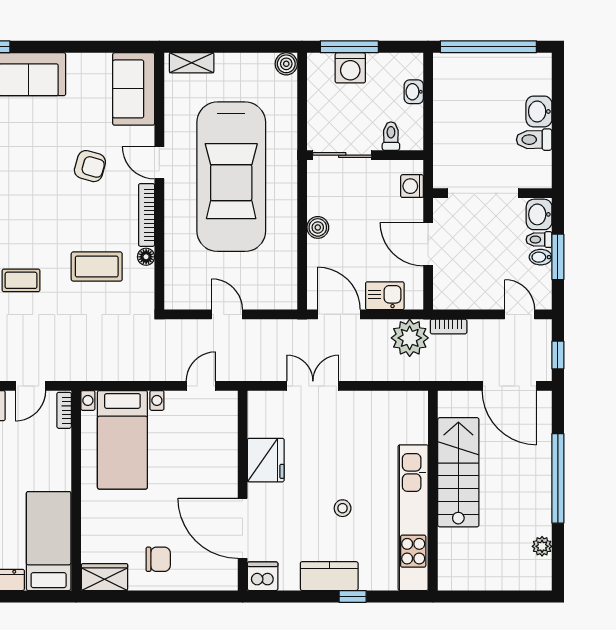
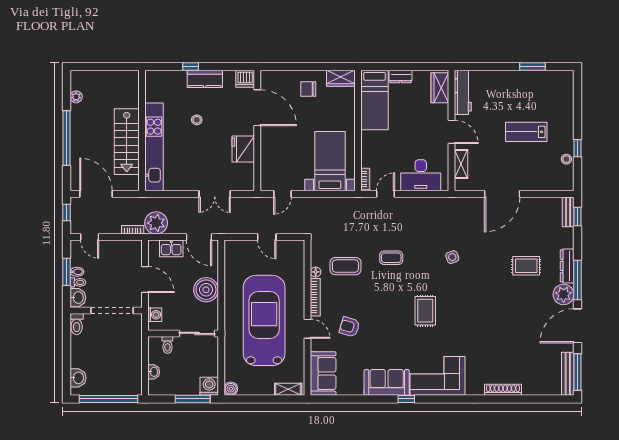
washing machine: (350, 68) -> (209, 386), moved
washbasin: (539, 111) -> (78, 378), moved
toilet: (534, 140) -> (77, 324), moved, turned 90
boiler: (318, 227) -> (206, 290), width x1.86, depth x1.86
kitchen unit: (413, 518) -> (154, 147), moved

